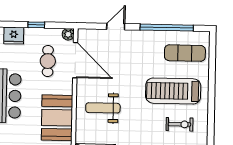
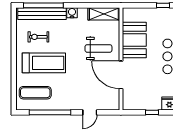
plant: (68, 34) -> (127, 106), removed
door: (75, 60) -> (121, 75), moved
cafe table: (48, 61) -> (142, 84), removed

